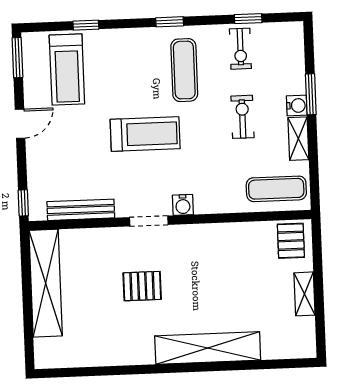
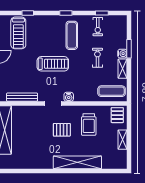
trolley: (229, 264) -> (89, 124), added
pallet: (142, 286) -> (62, 130), moved

